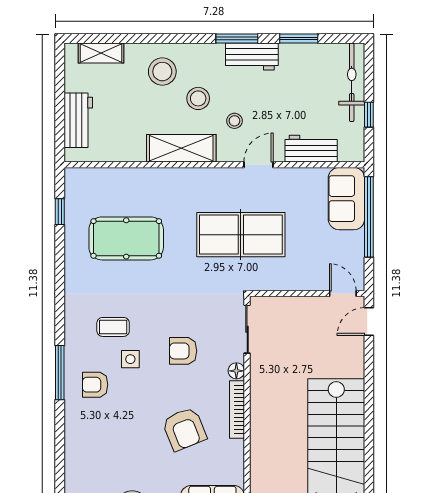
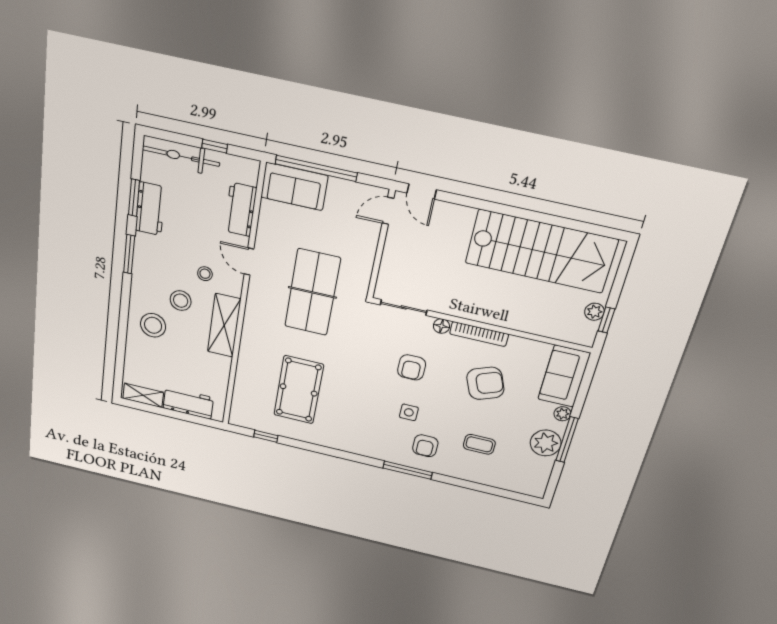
shelving: (101, 53) -> (143, 395), moved, turned 90
workbench: (252, 56) -> (150, 209), moved
coffee table: (113, 327) -> (479, 444), moved, turned 90

